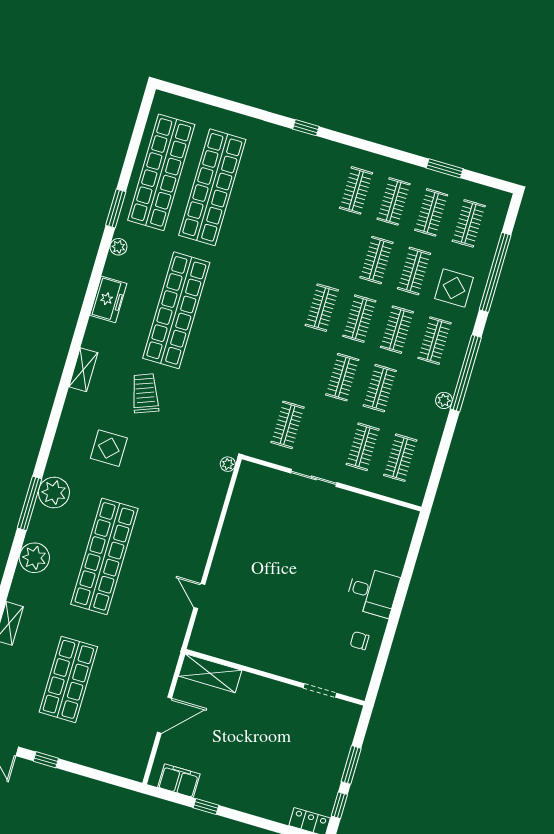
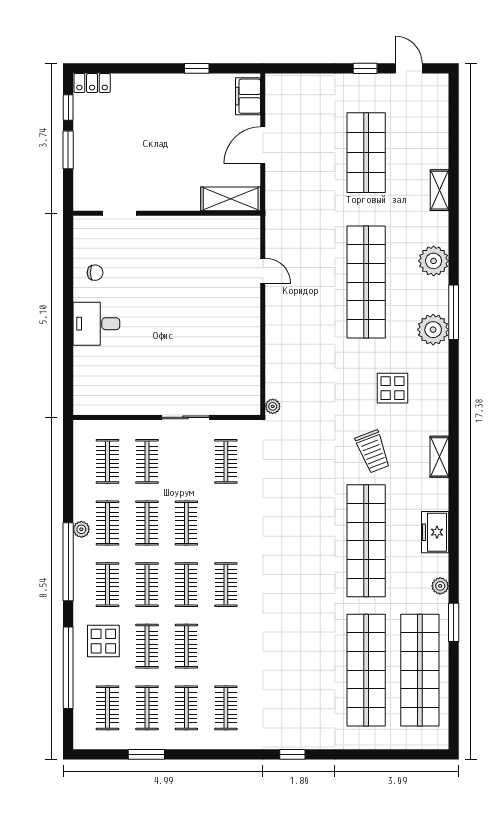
clothes rail: (417, 399) -> (108, 523), added
filing cabinet: (179, 781) -> (248, 96), moved, turned 90

